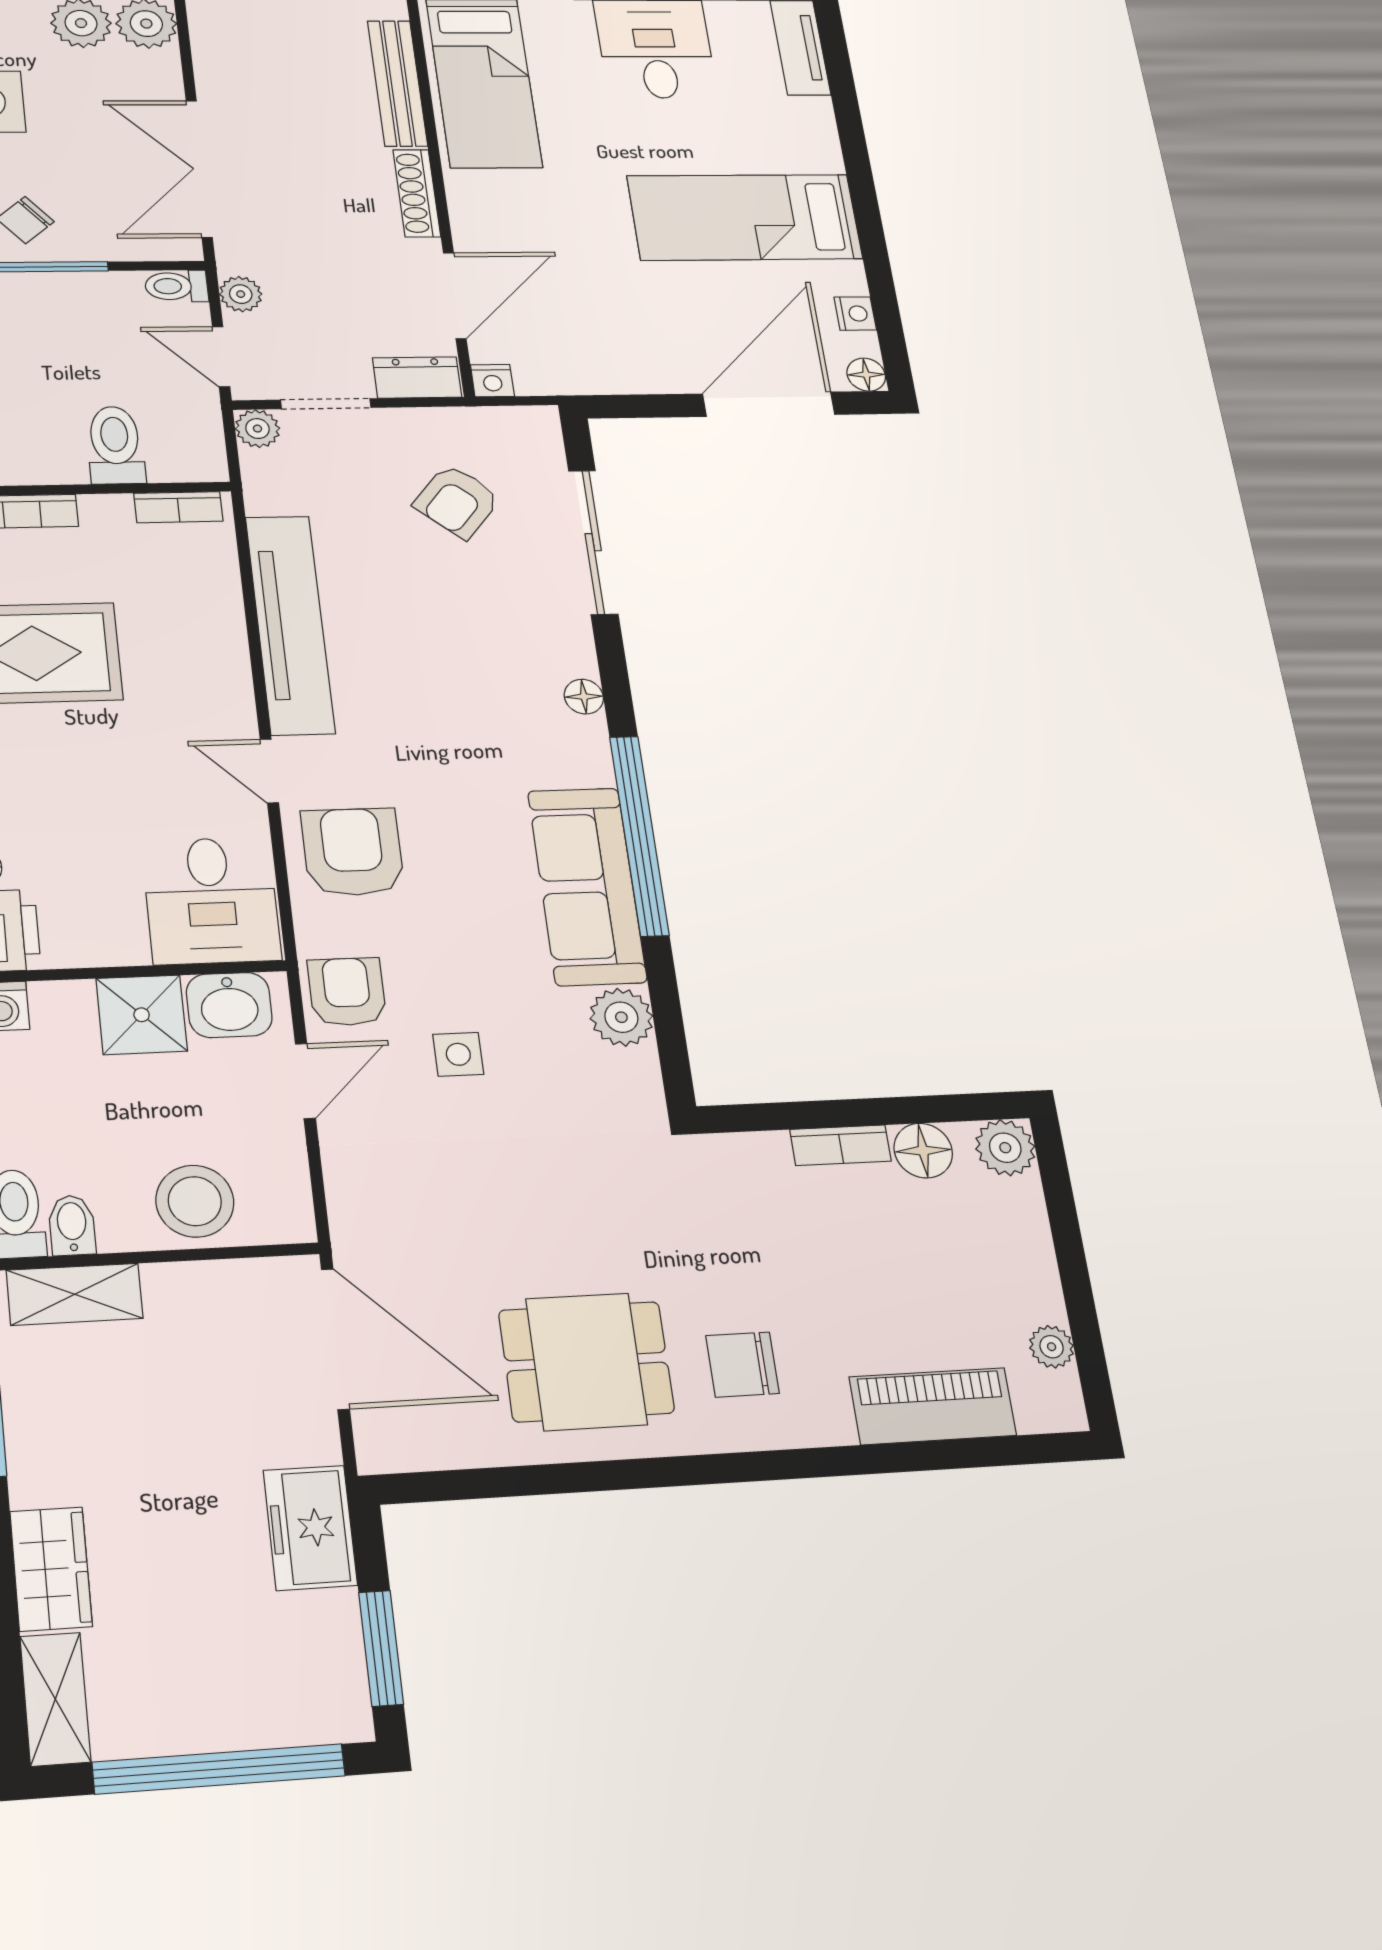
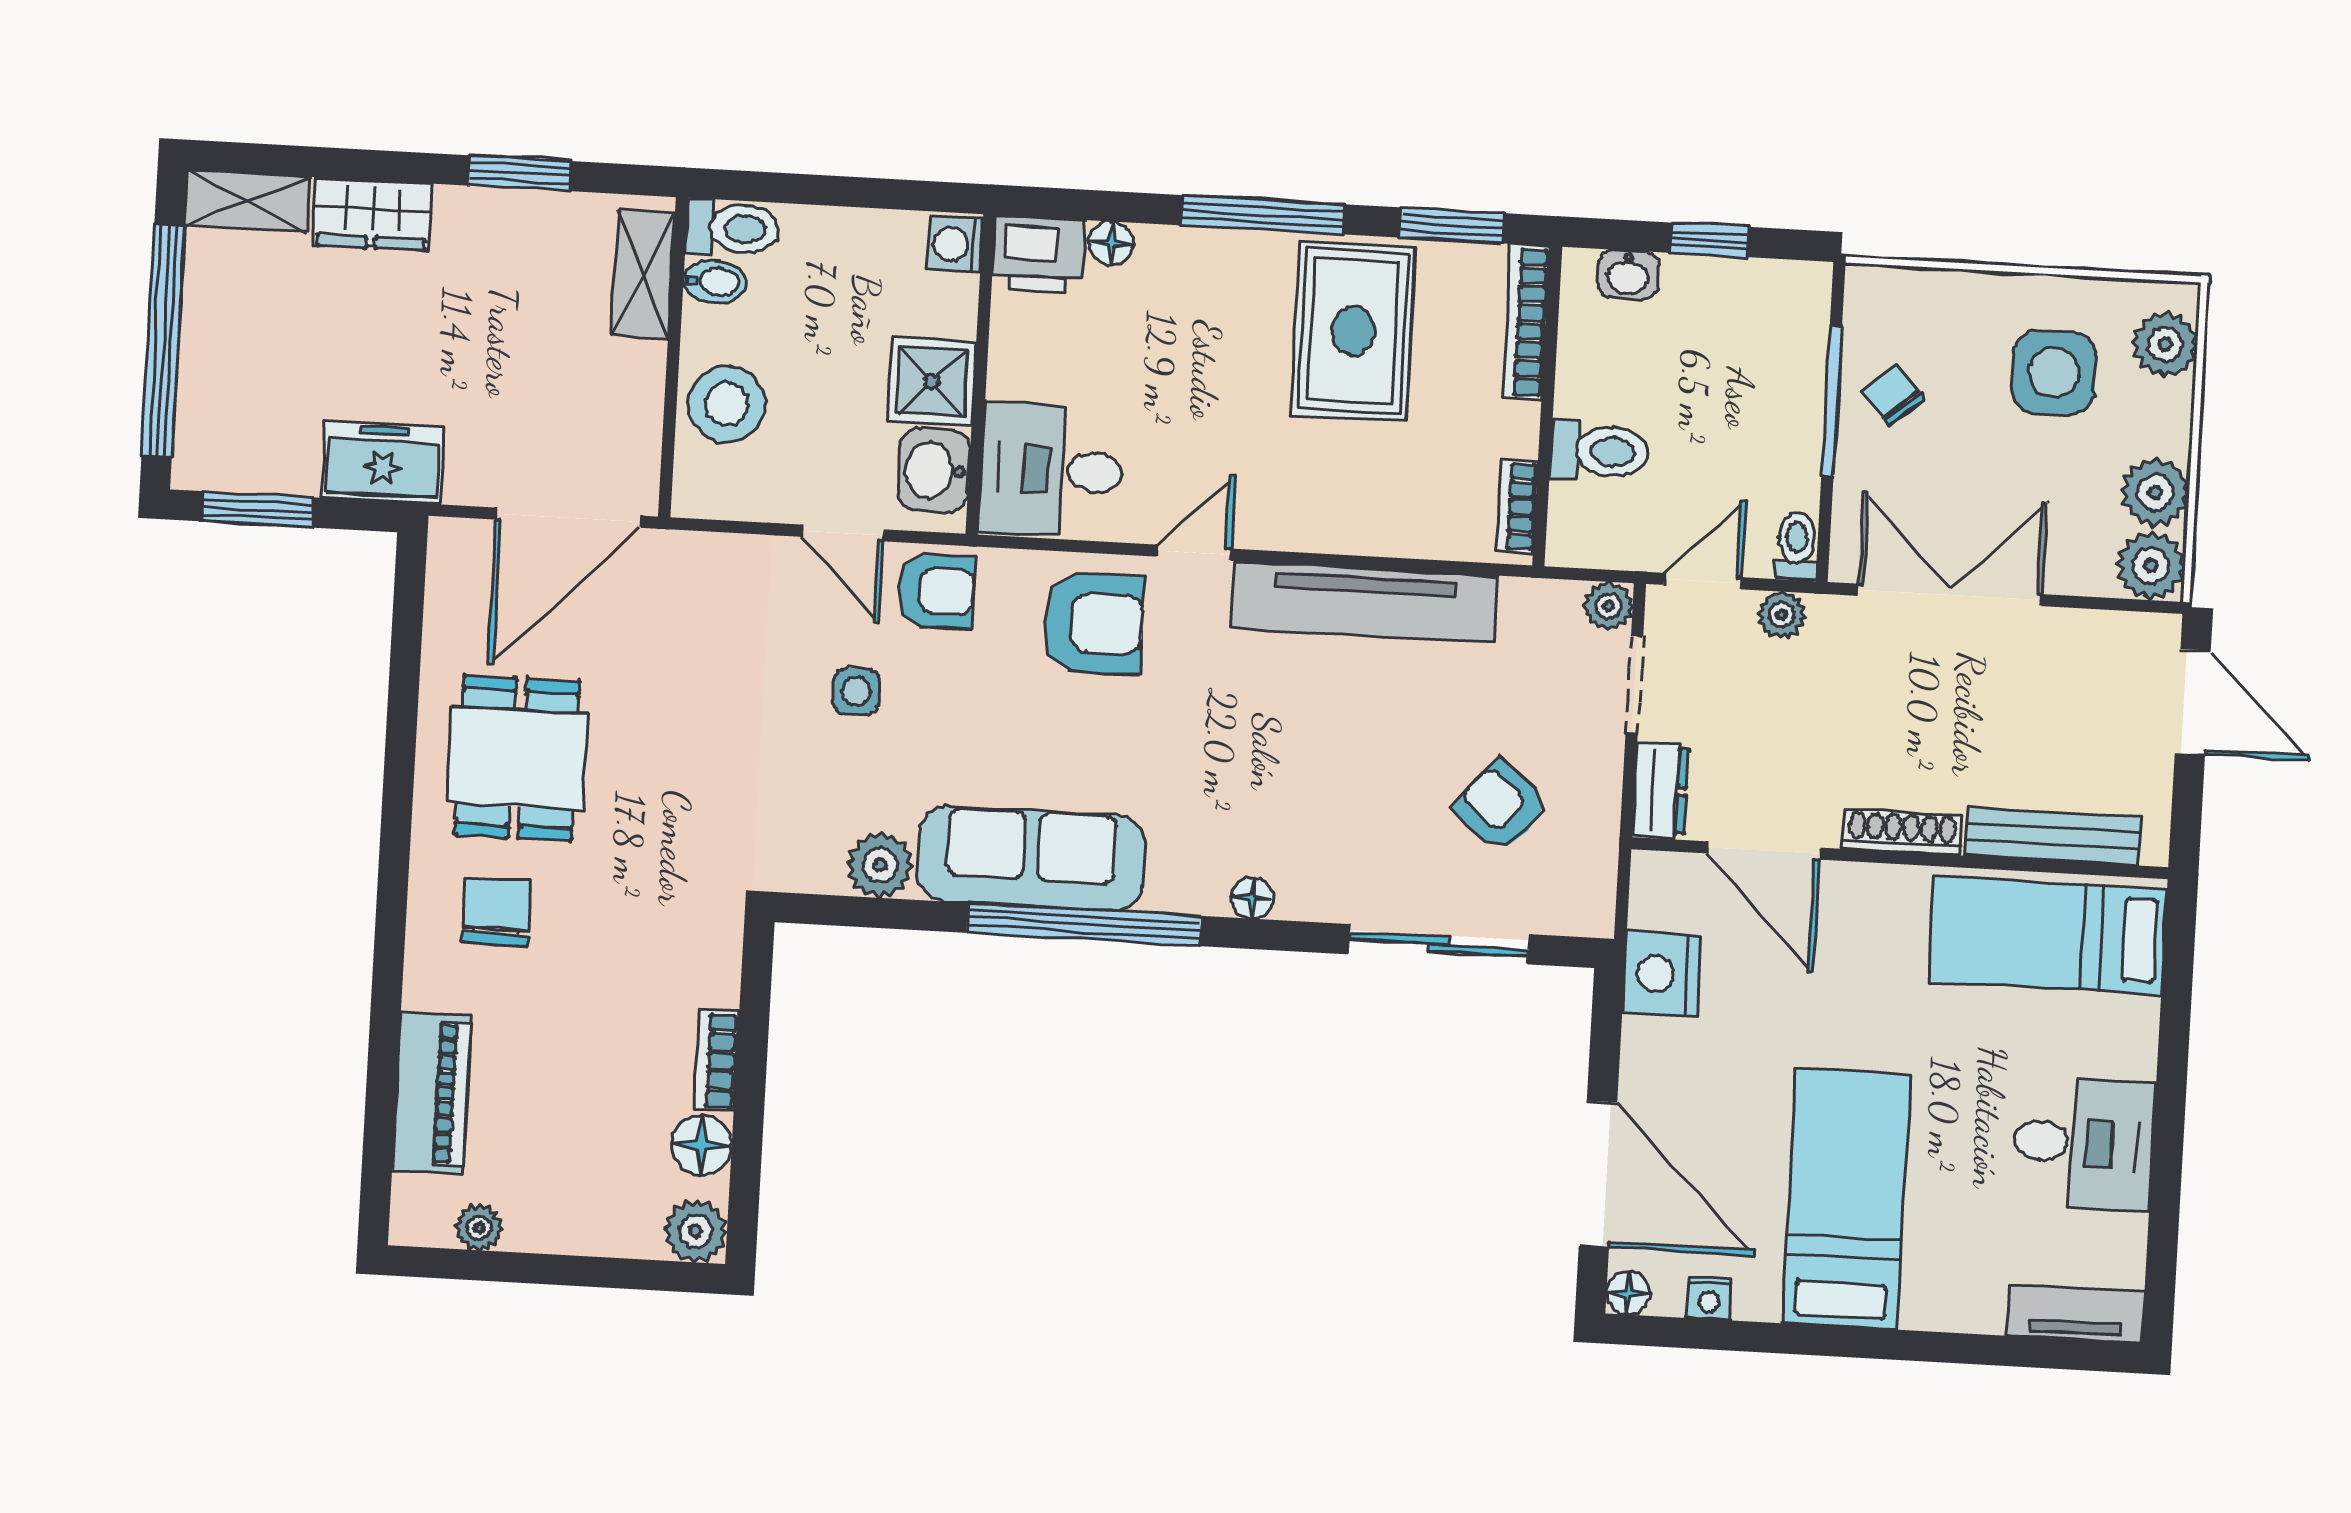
nightstand: (492, 381) -> (1661, 974), moved, width x1.89, depth x1.79

